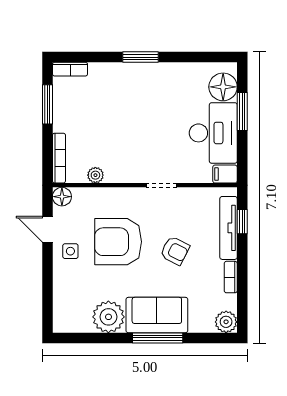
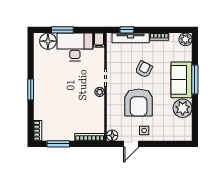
plant: (95, 175) -> (100, 92), moved

